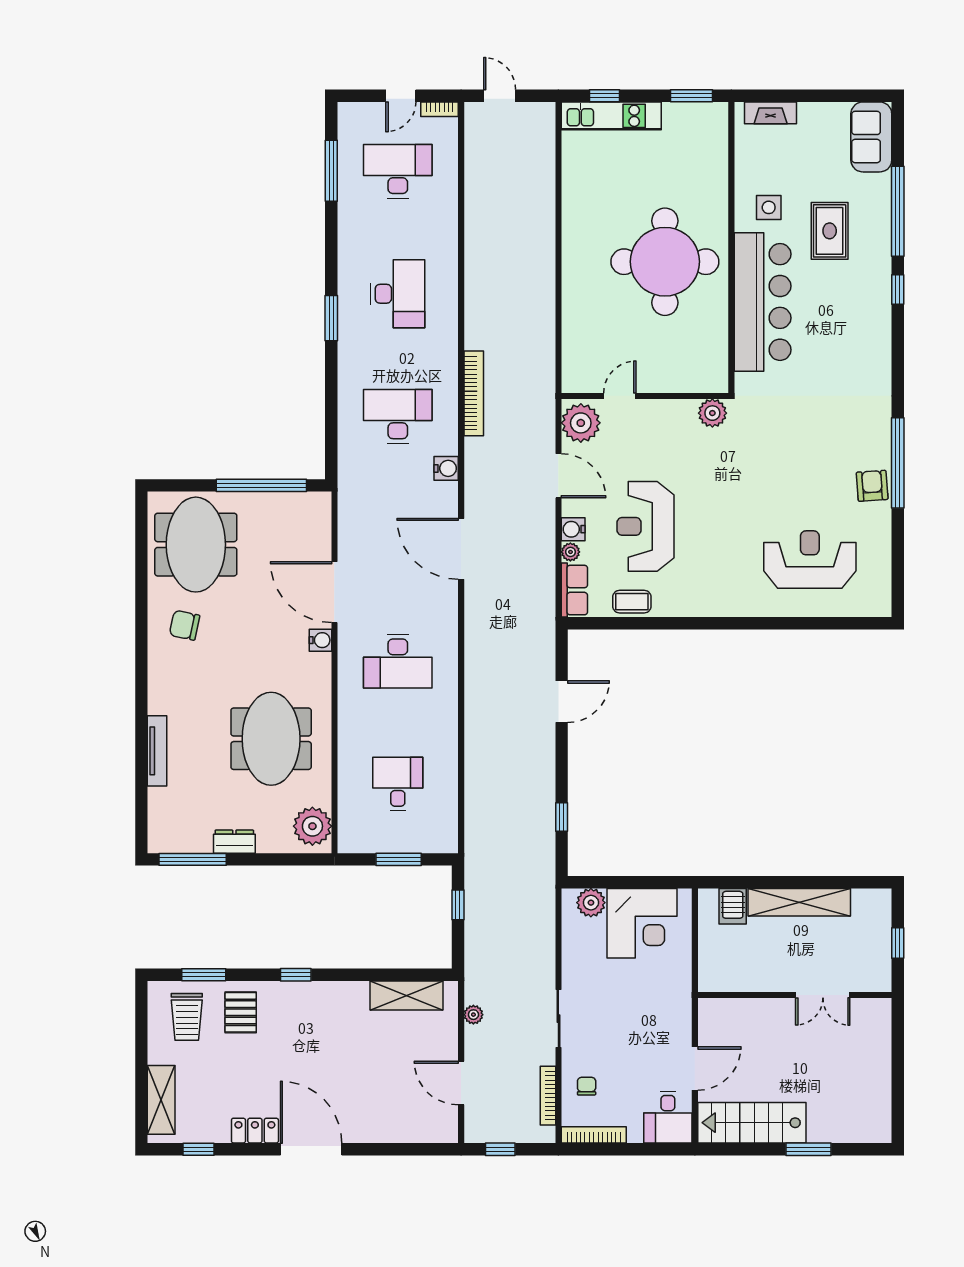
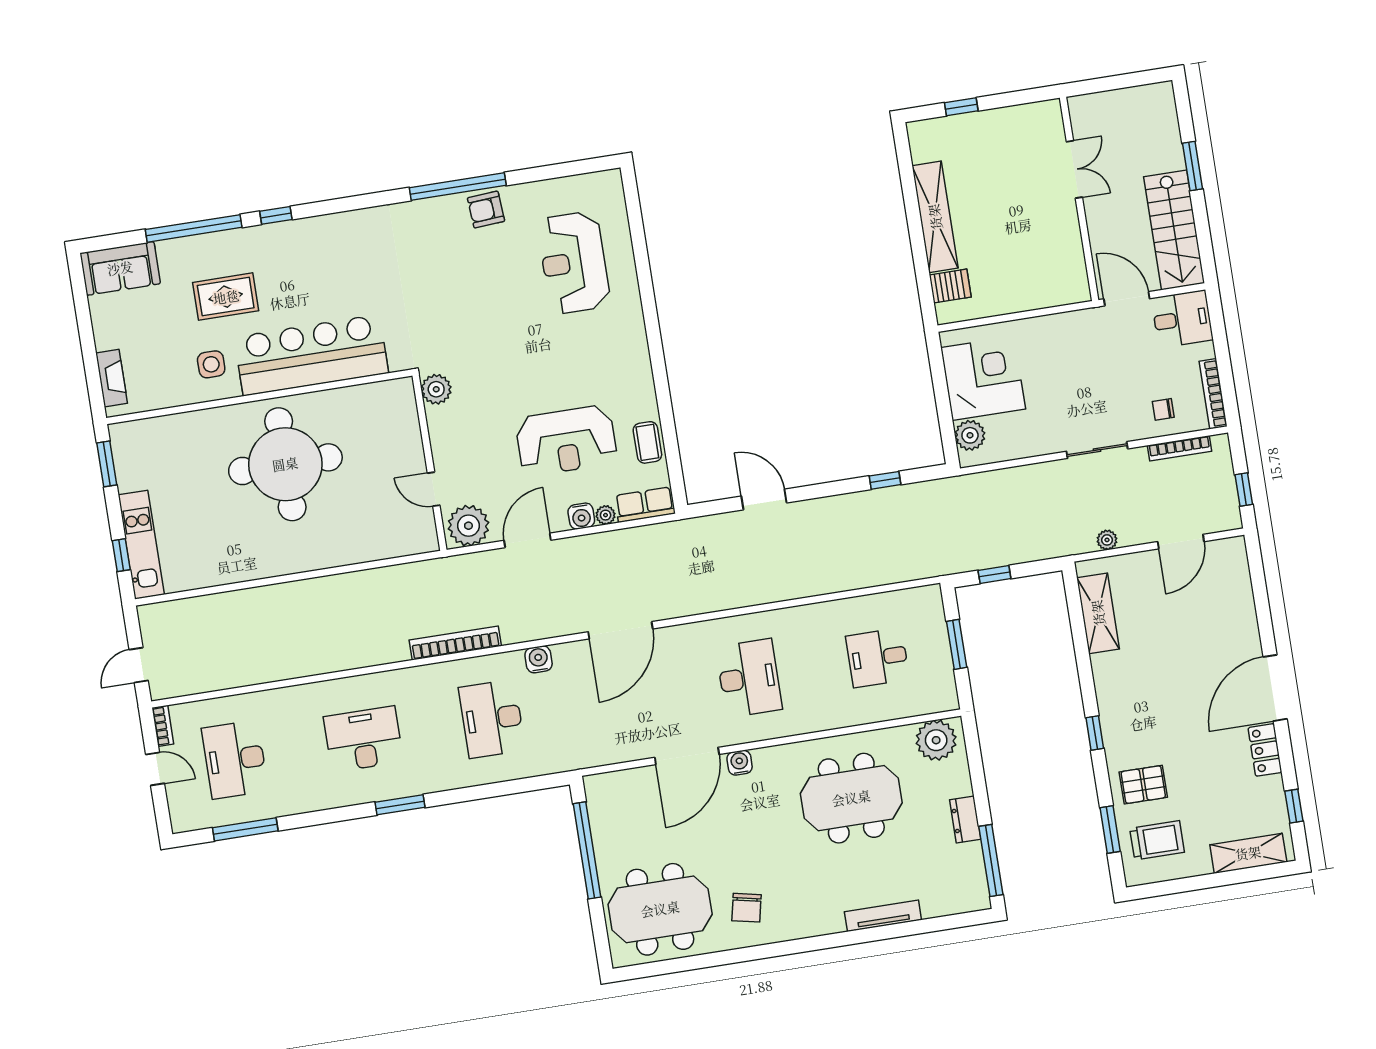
wall: (795, 995) -> (1079, 199), moved
double door: (823, 995) -> (1074, 169), moved

